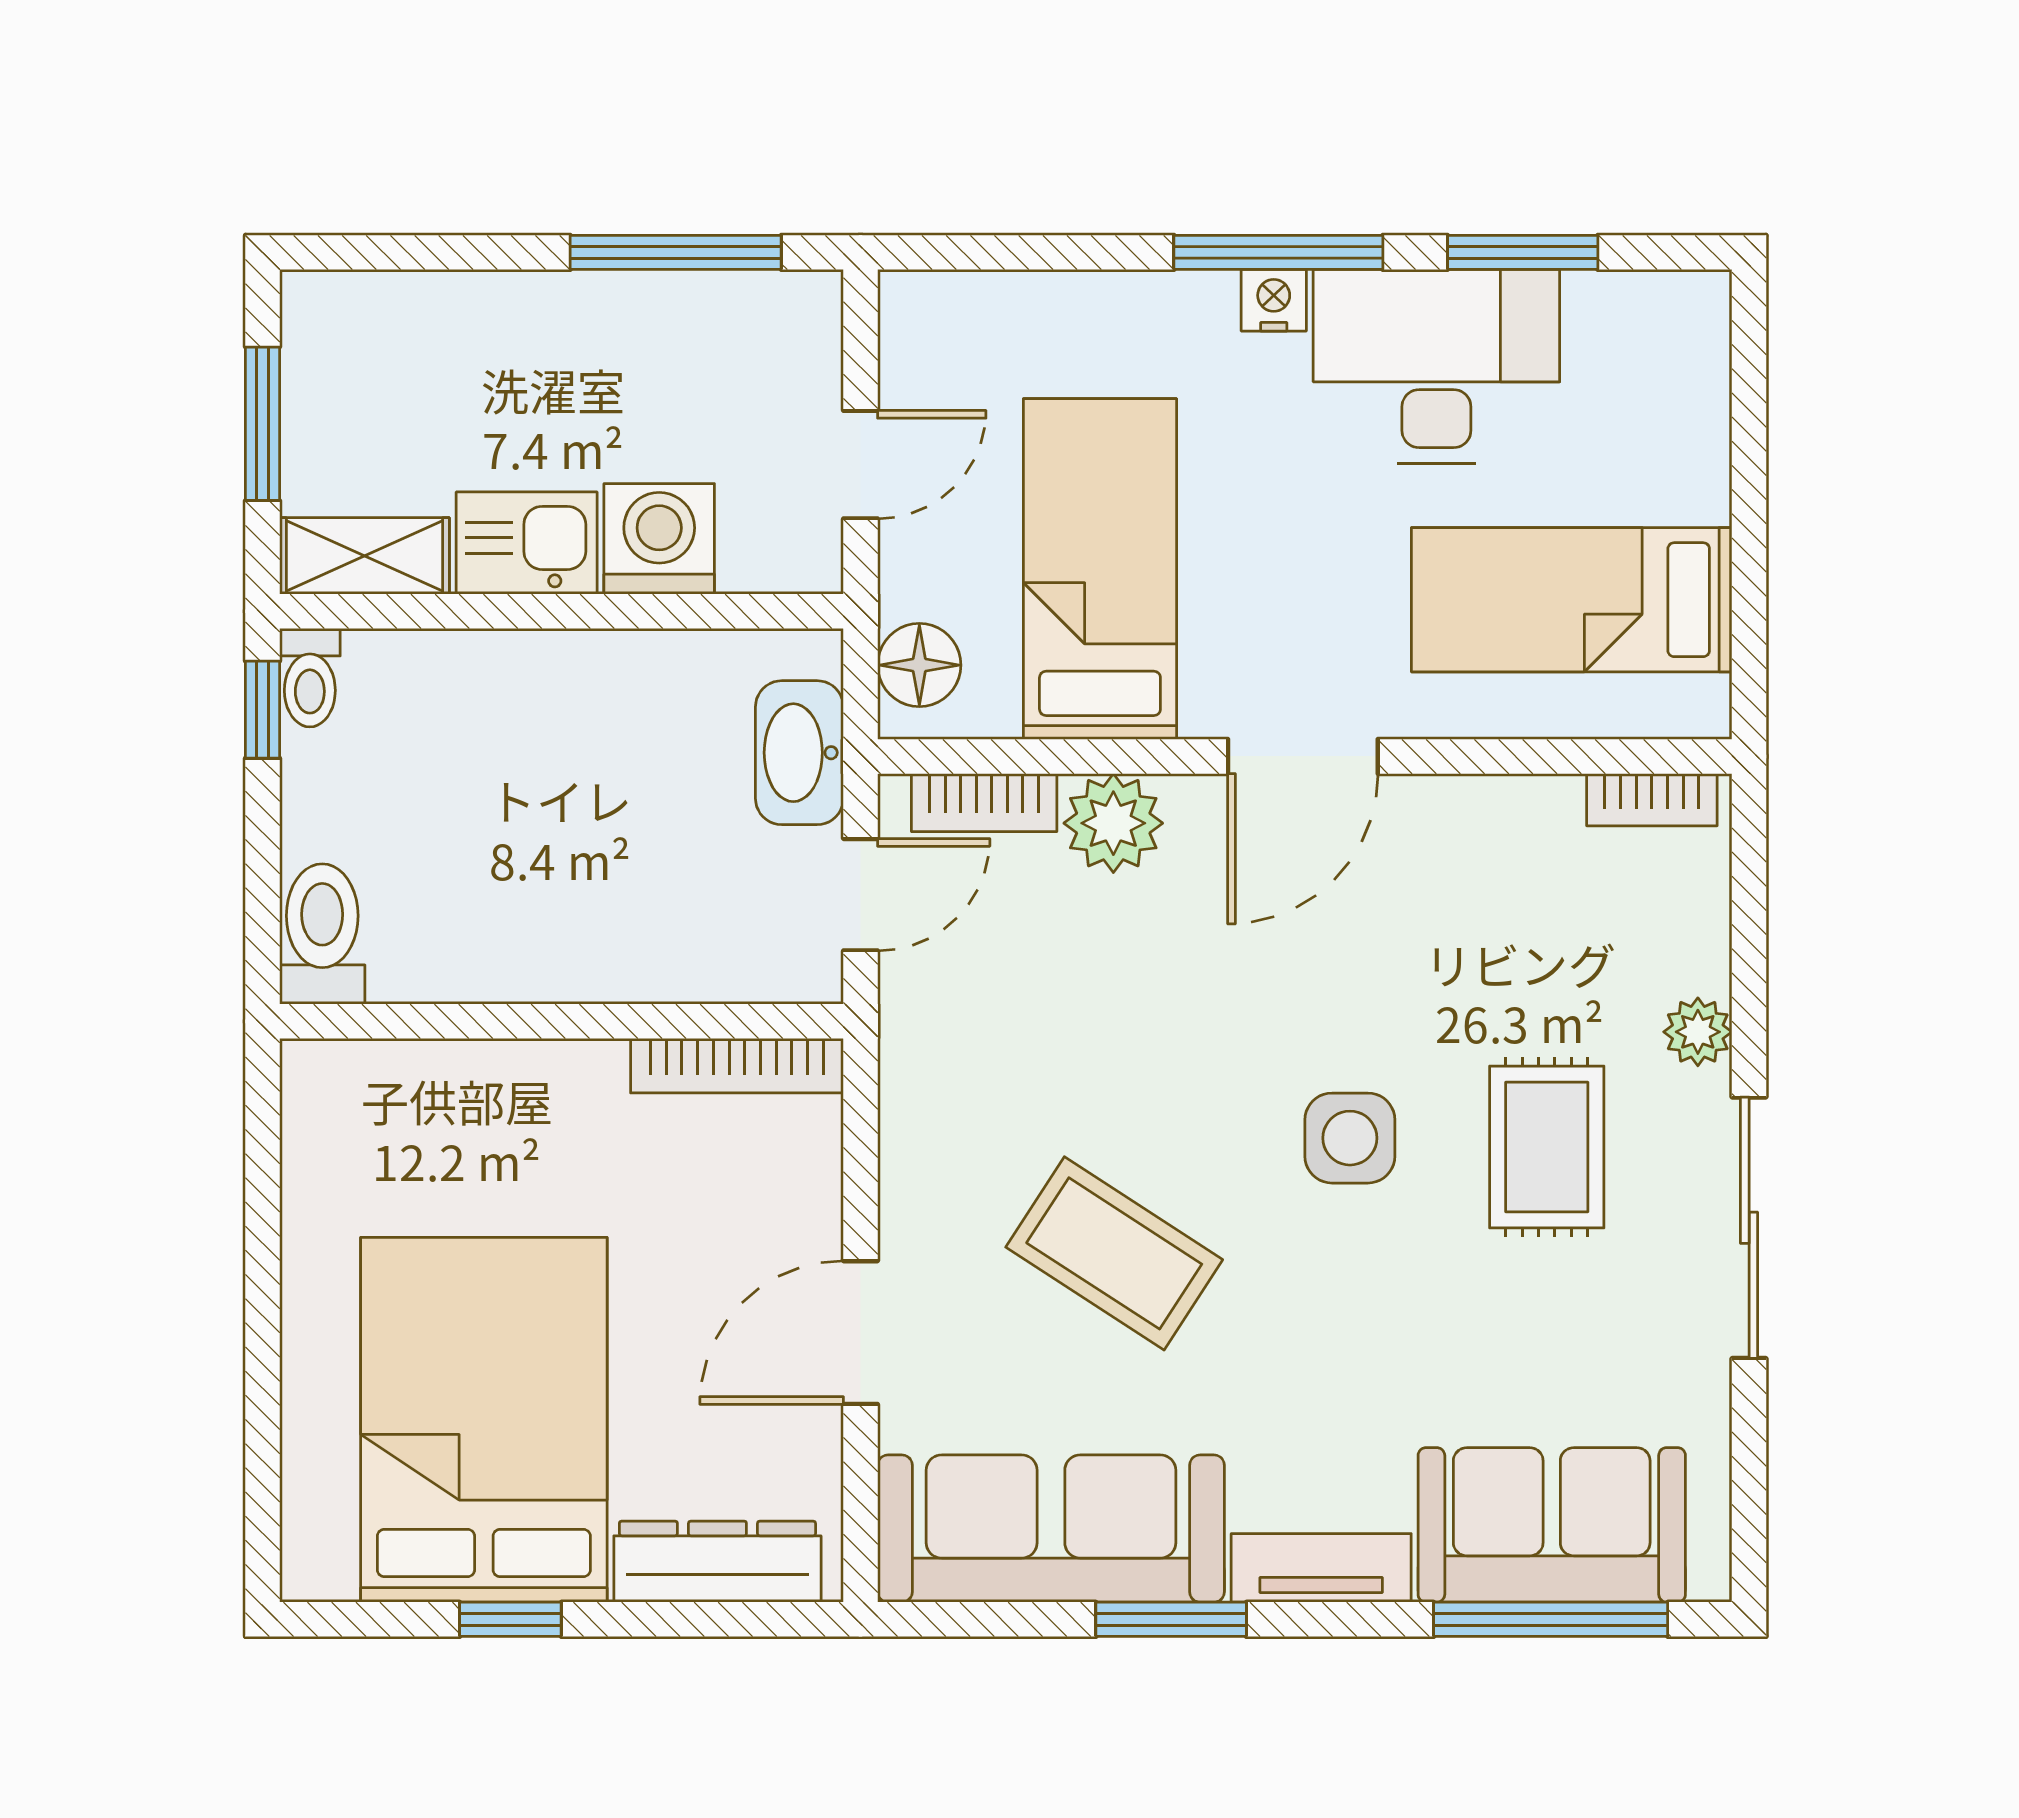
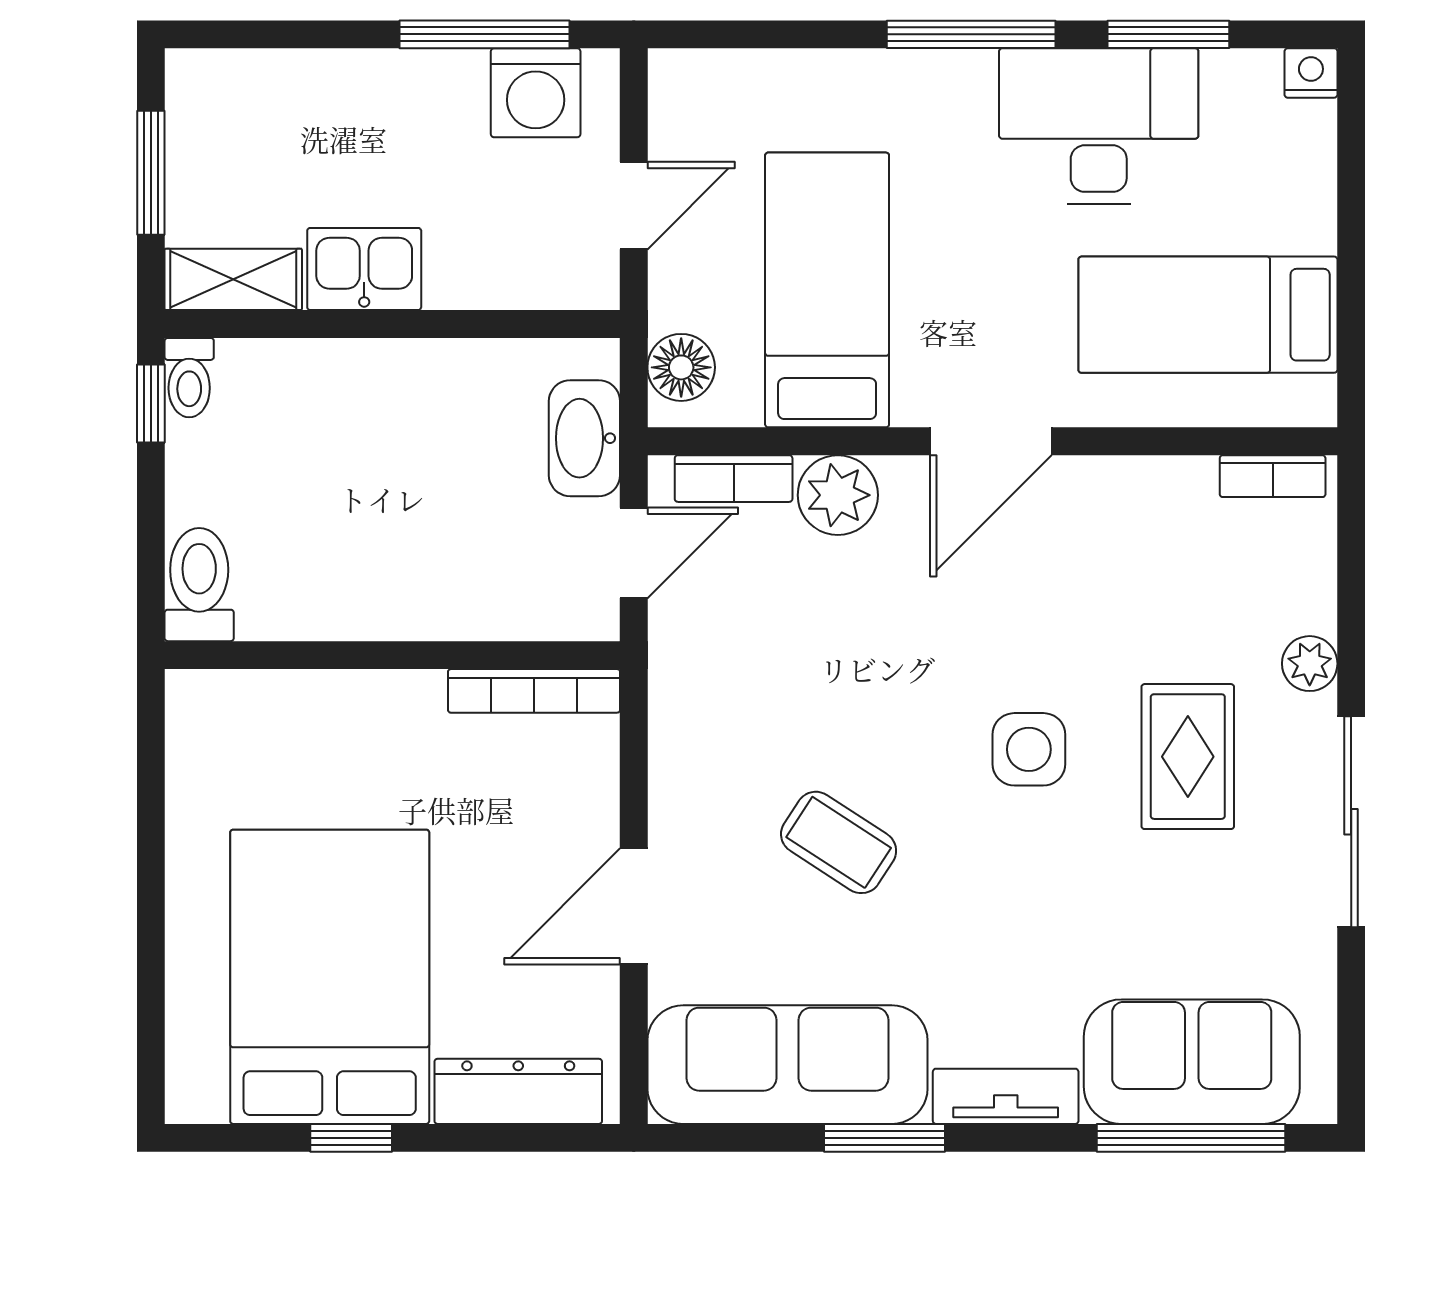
nightstand: (1274, 300) -> (1311, 73), moved
washing machine: (659, 539) -> (536, 93), moved, turned 180
coffee table: (1114, 1253) -> (839, 842), width x0.73, depth x0.77

